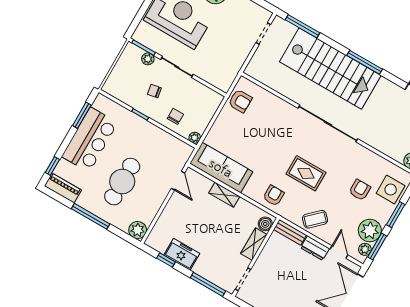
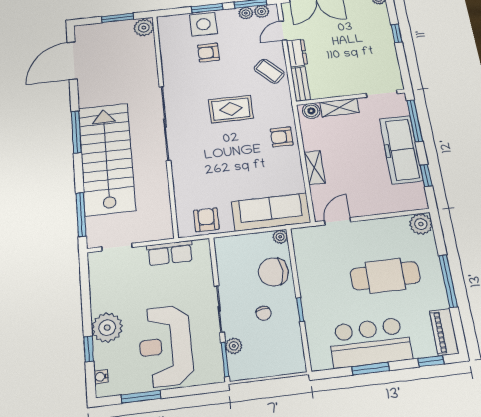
row of seats: (235, 63) -> (170, 253), added
window: (82, 115) -> (370, 369), moved
chair: (175, 116) -> (273, 272), width x1.87, depth x1.87
sofa: (221, 168) -> (271, 212), moved, turned 90
rug: (306, 173) -> (231, 109), turned 90
side table: (391, 190) -> (203, 24), moved
armchair: (274, 196) -> (282, 137), moved
plant: (370, 231) -> (246, 13), width x0.53, depth x0.53
freezer: (182, 254) -> (401, 150), width x1.91, depth x1.26

